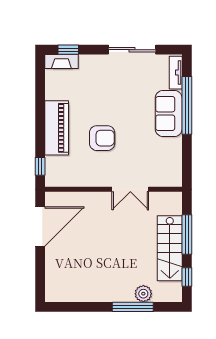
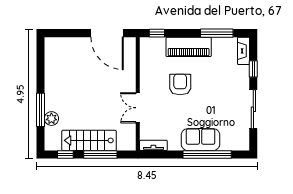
window: (68, 50) -> (253, 69), moved
tv unit: (176, 73) -> (153, 145), moved
window: (40, 94) -> (217, 33), added
armchair: (102, 138) -> (180, 84), turned 180

